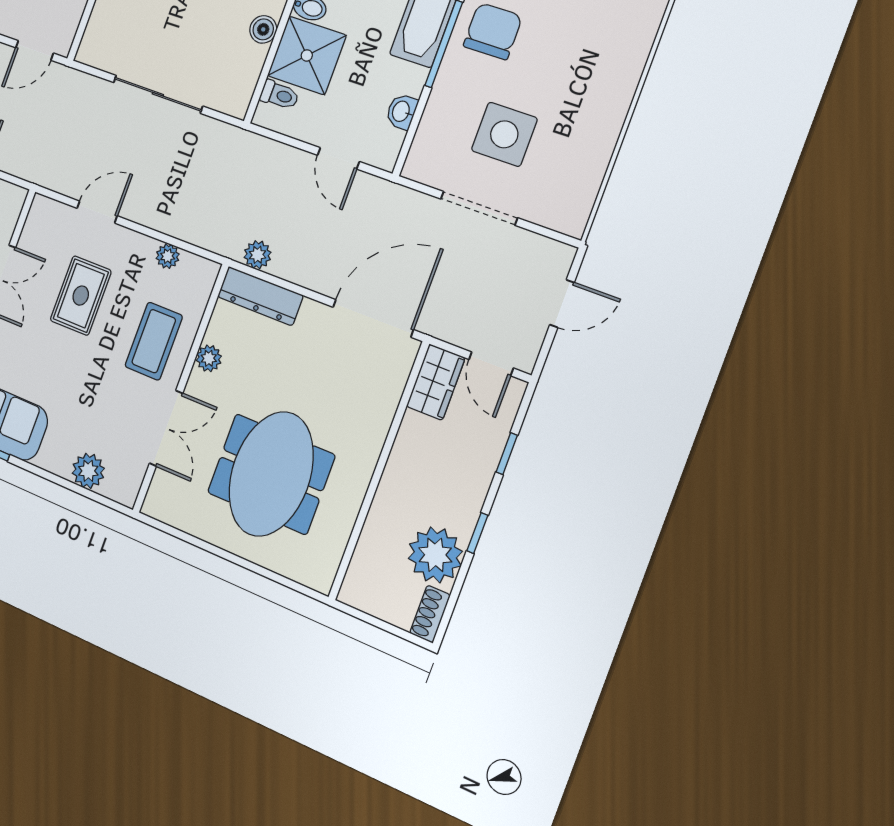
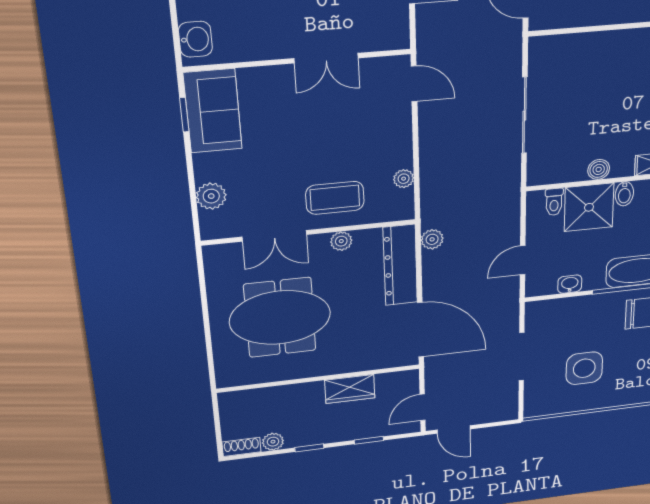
side table: (504, 134) -> (584, 368), moved
door: (97, 212) -> (414, 84), moved
rug: (81, 296) -> (344, 128), removed
dresser: (260, 296) -> (400, 265), width x1.37, depth x1.24
door: (562, 304) -> (454, 429), moved
wardrobe: (436, 382) -> (350, 389), moved
plant: (435, 555) -> (273, 442), width x0.53, depth x0.53

